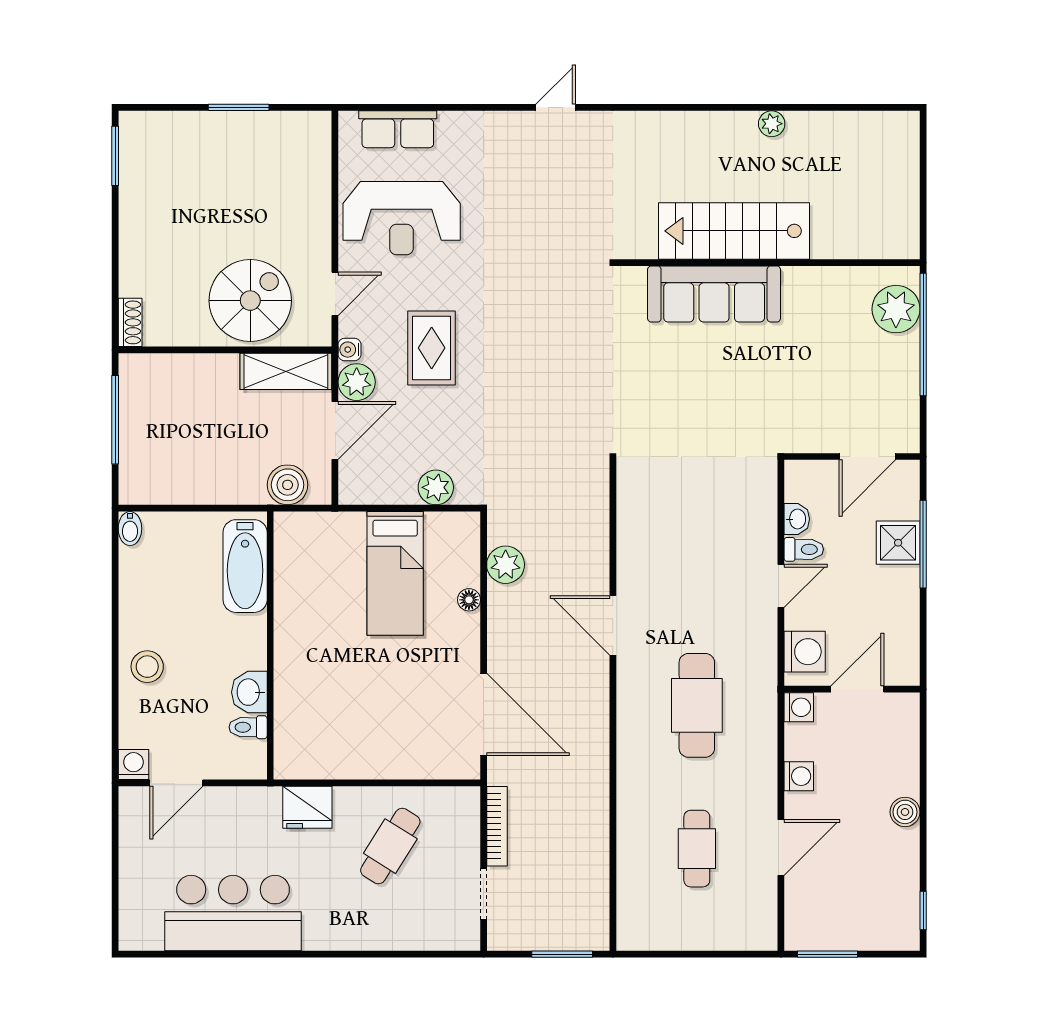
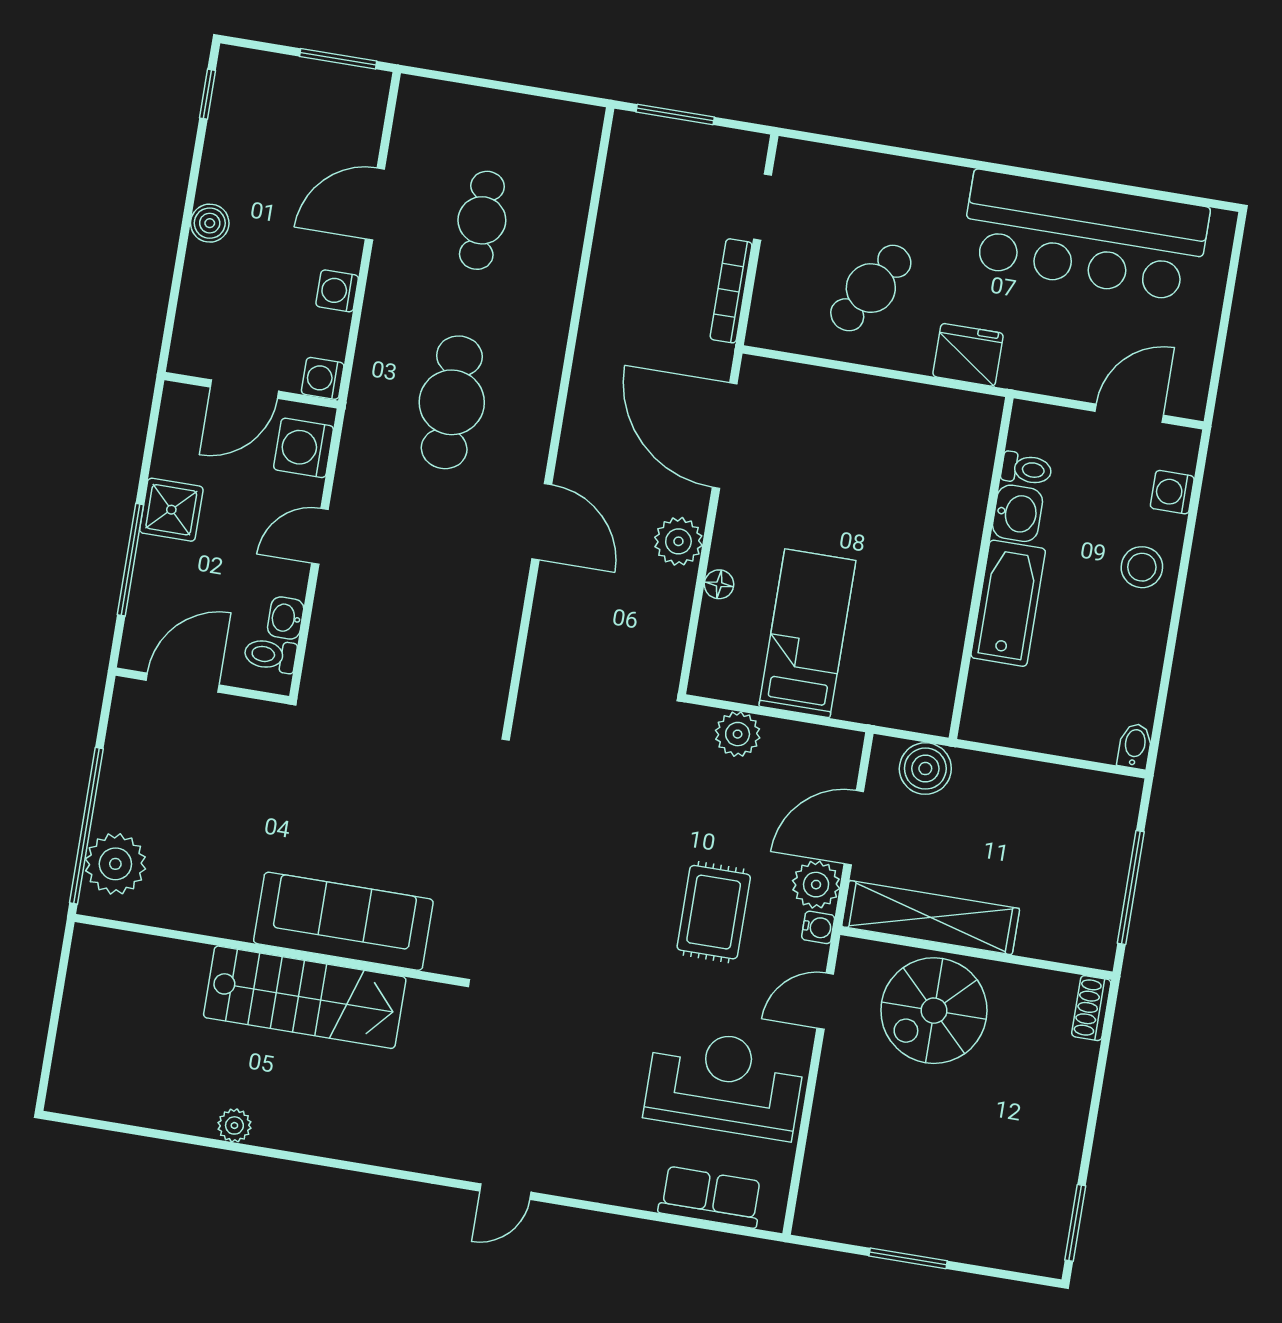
shelving: (286, 371) -> (931, 918), width x1.47
shower: (898, 543) -> (171, 510), moved
toilet: (804, 549) -> (270, 655), moved
plant: (506, 565) -> (678, 541), moved
bathtub: (245, 566) -> (1008, 603), moved
washing machine: (133, 765) -> (1172, 492), moved, turned 90
bar counter: (233, 913) -> (1085, 236), width x1.36

